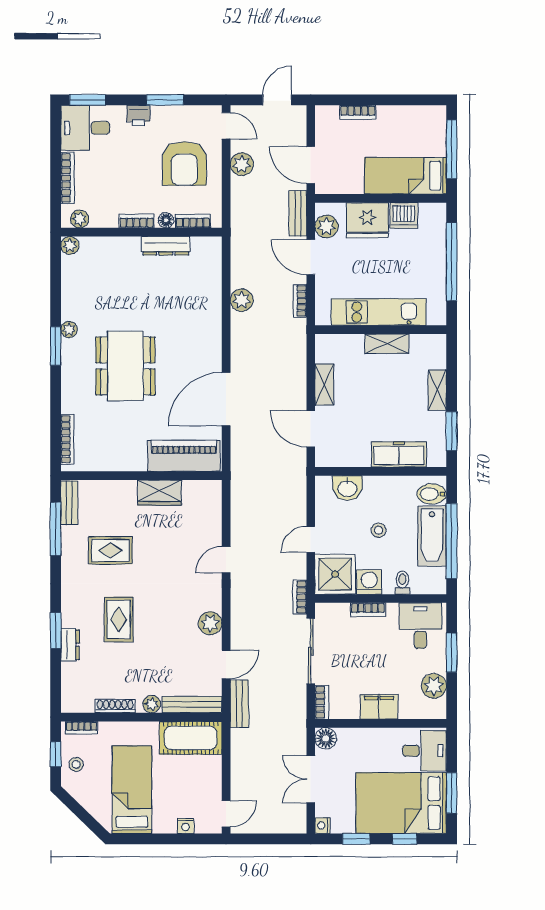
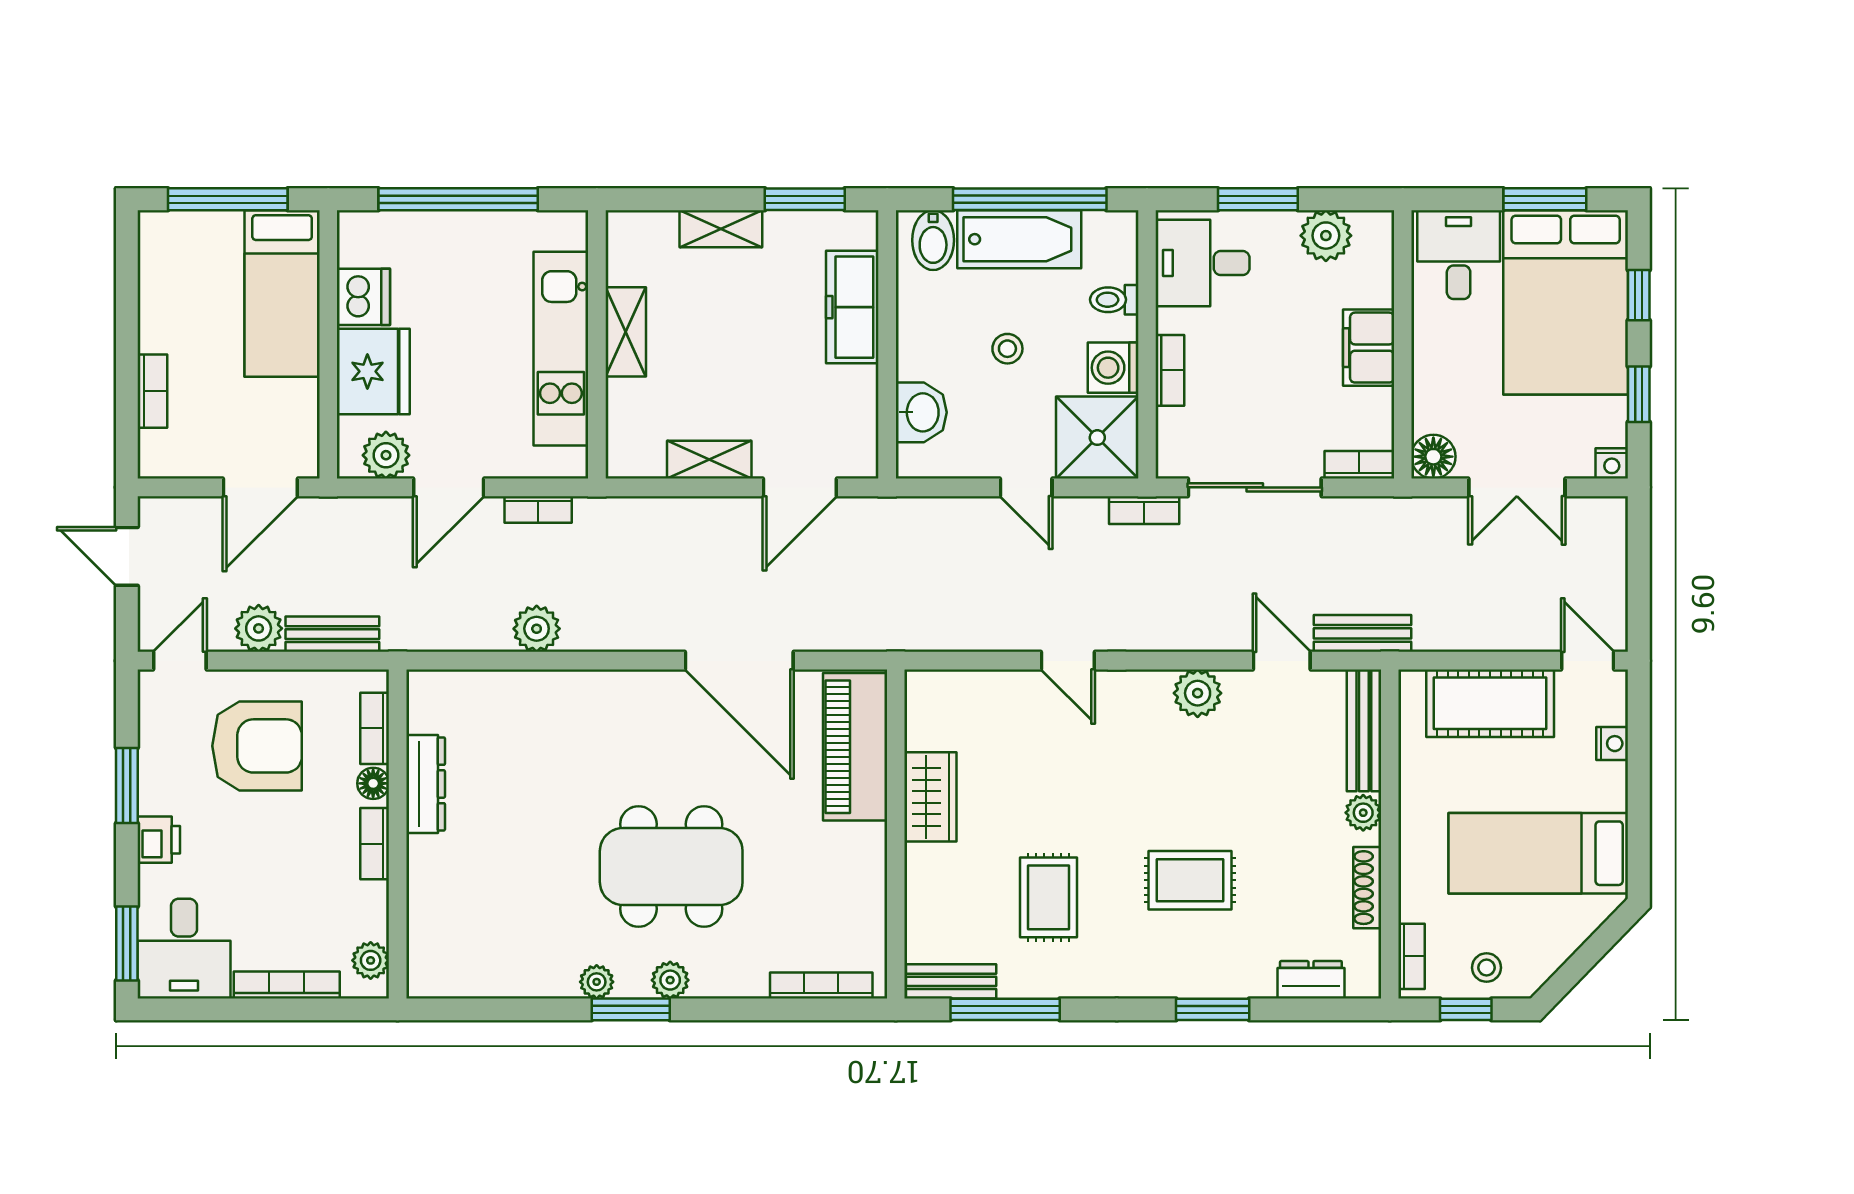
bench: (298, 213) -> (332, 634), moved
plant: (70, 245) -> (670, 980), moved
dresser: (70, 645) -> (1311, 980), moved
cot: (191, 738) -> (1490, 703), moved, turned 90

